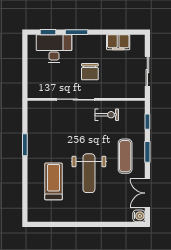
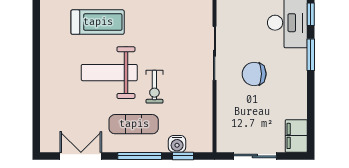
filing cabinet: (118, 42) -> (296, 136), moved
exercise bike: (107, 115) -> (154, 87), moved
window: (147, 152) -> (140, 156), width x1.44
water cooler: (139, 216) -> (177, 144), moved

